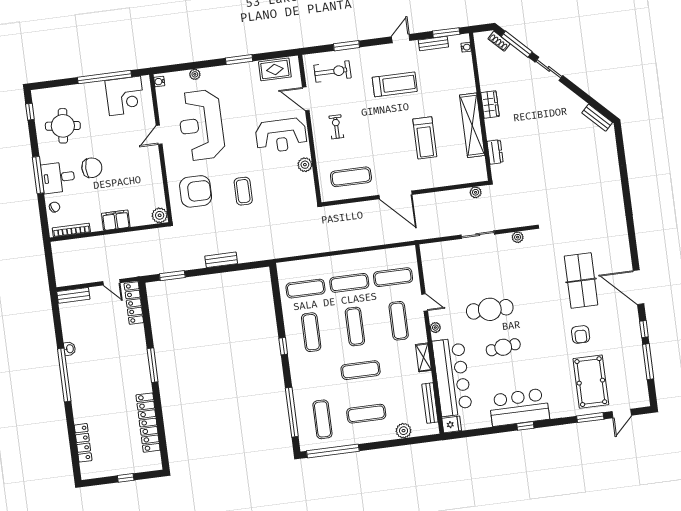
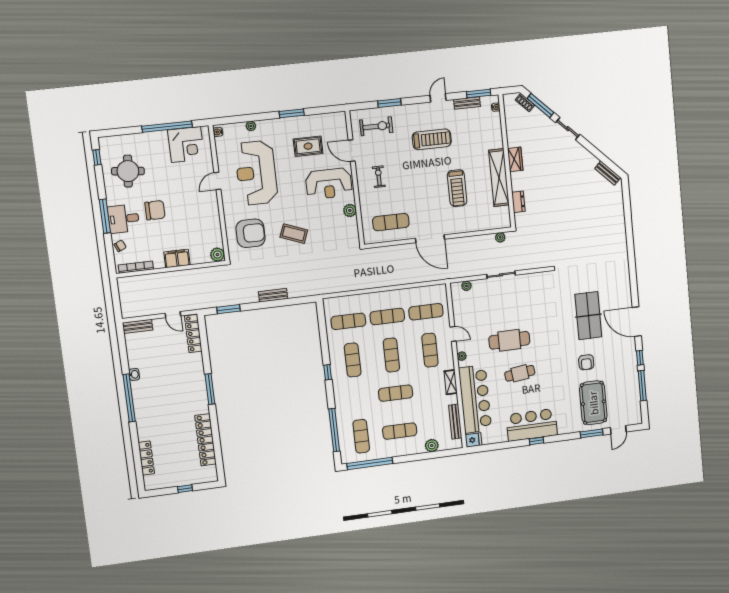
rug: (275, 69) -> (308, 146), moved
coffee table: (243, 191) -> (294, 234), turned -69
plant: (518, 237) -> (466, 286), moved

